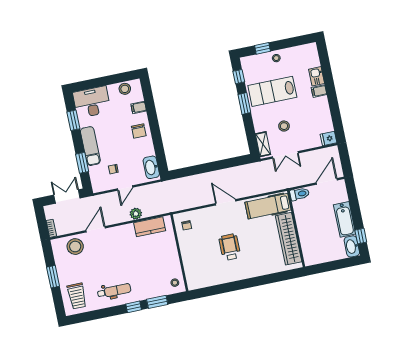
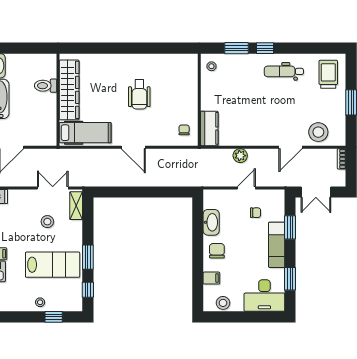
washbasin: (151, 167) -> (211, 222), moved
toilet: (300, 194) -> (46, 86), moved
kitchen counter: (150, 227) -> (209, 128), moved, turned 90

